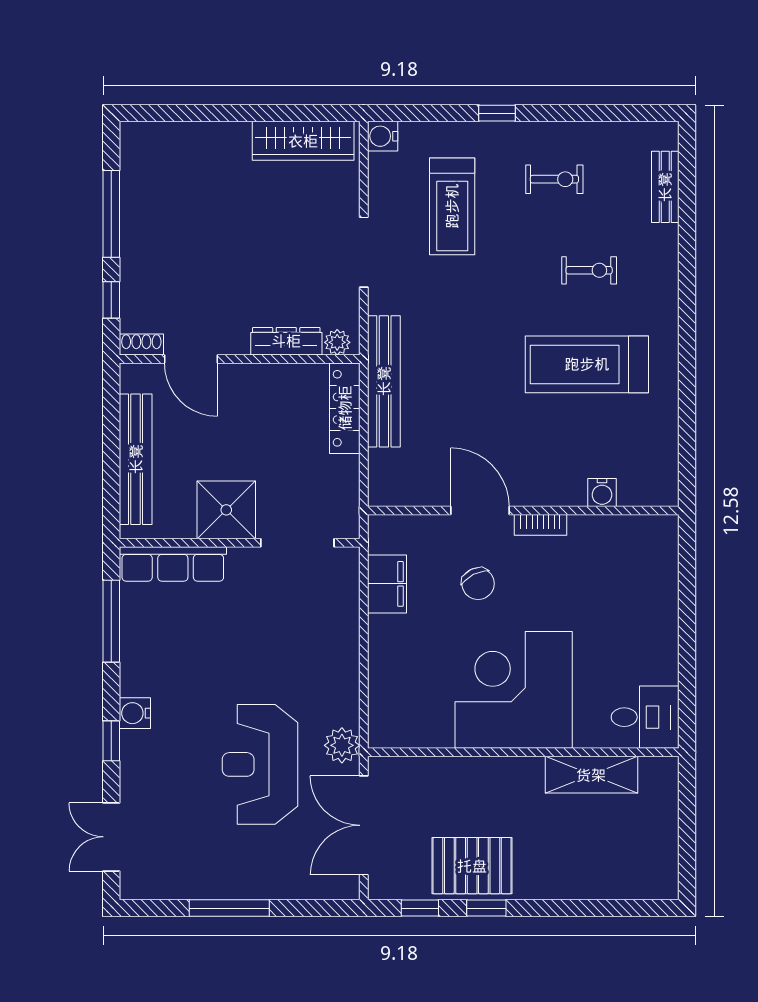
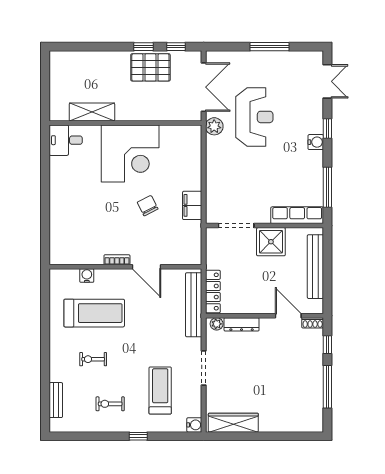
water cooler: (602, 492) -> (87, 276), moved
door: (480, 511) -> (147, 267), moved
wall: (523, 511) -> (125, 267), moved
bookcase: (540, 525) -> (117, 260), moved

